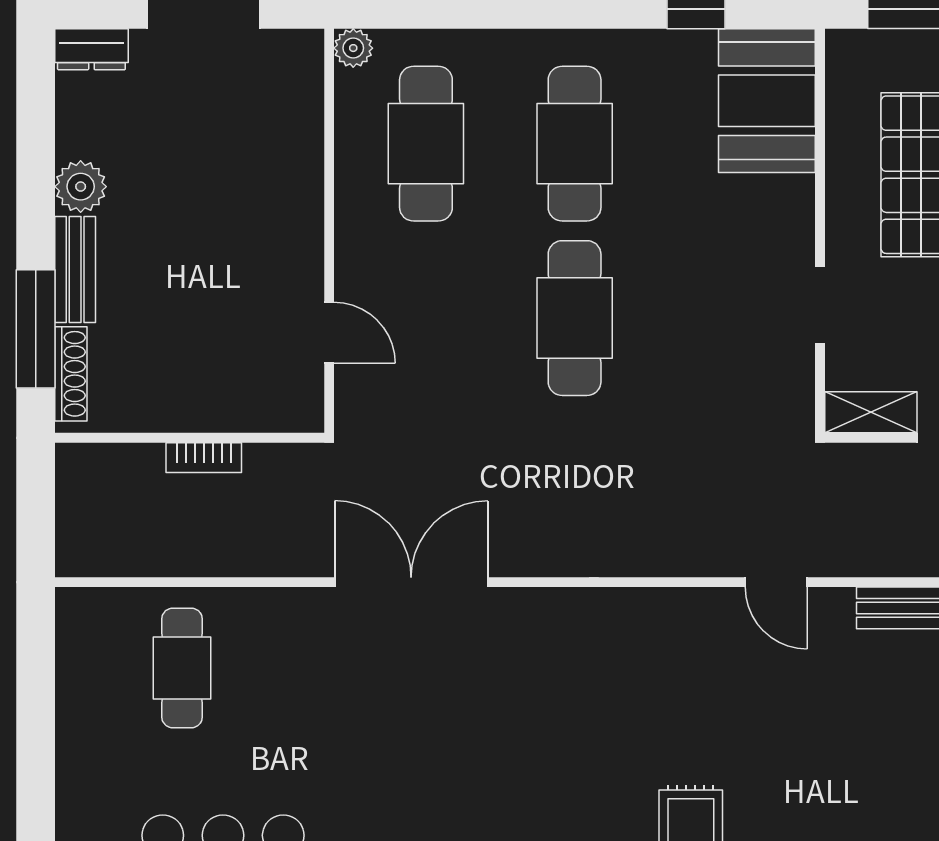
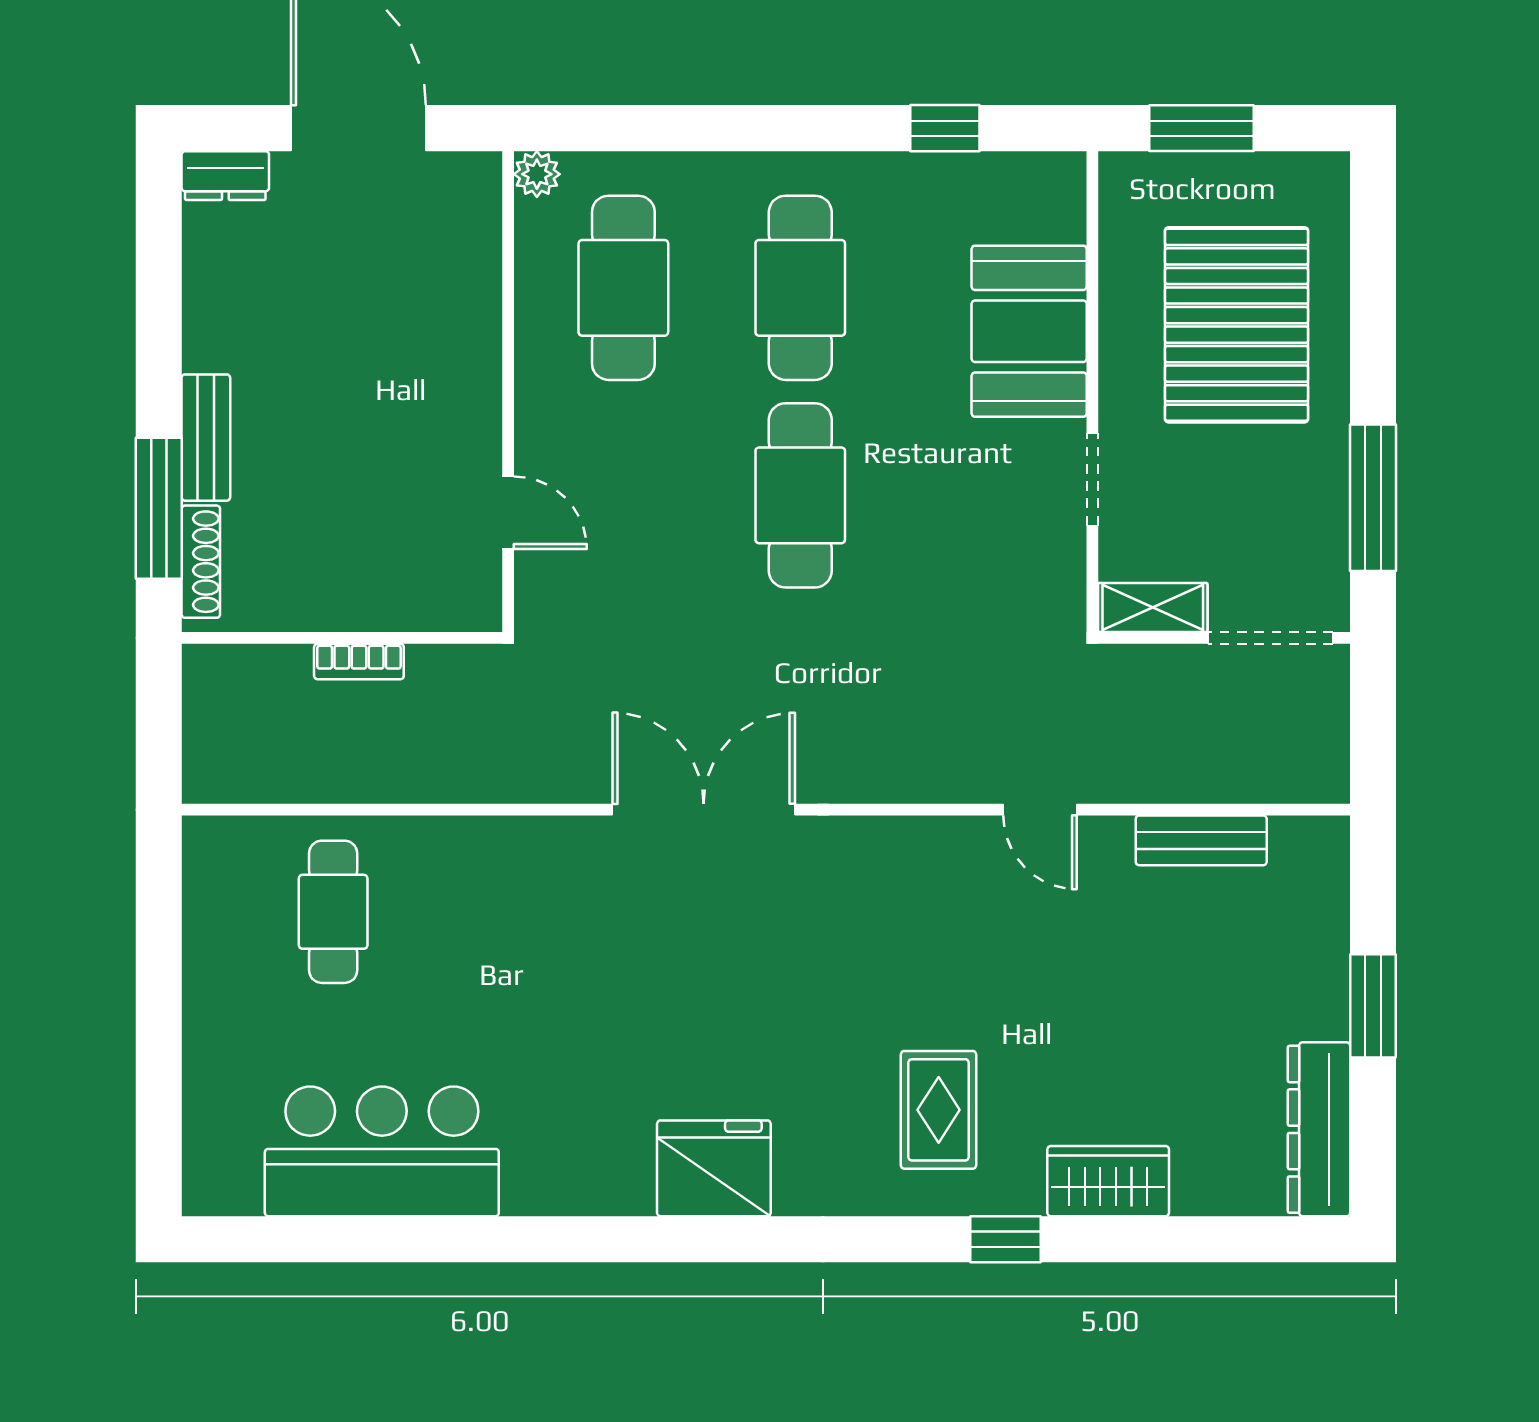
booth: (767, 101) -> (1029, 331), moved
plant: (81, 187) -> (212, 339), removed
double door: (411, 582) -> (704, 810), moved

